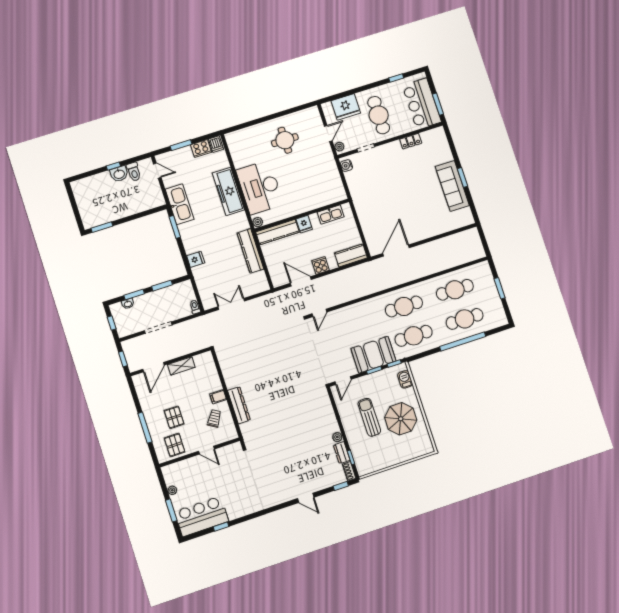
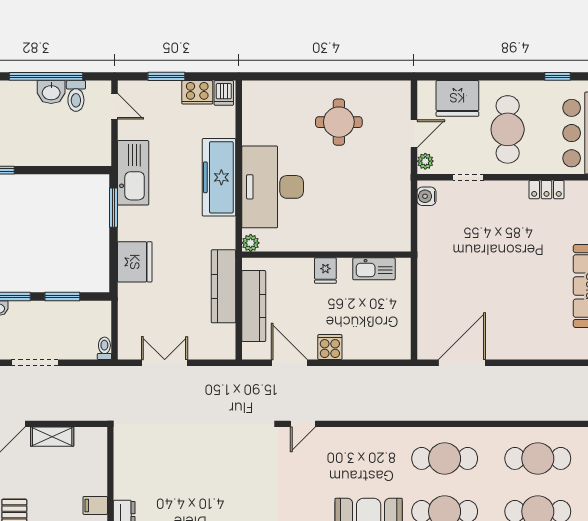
window: (113, 166) -> (46, 76), width x3.17
kitchen counter: (277, 232) -> (254, 306), moved, turned -90
kitchen counter: (351, 255) -> (385, 347), removed
fridge: (196, 259) -> (135, 262), width x1.88, depth x1.34

